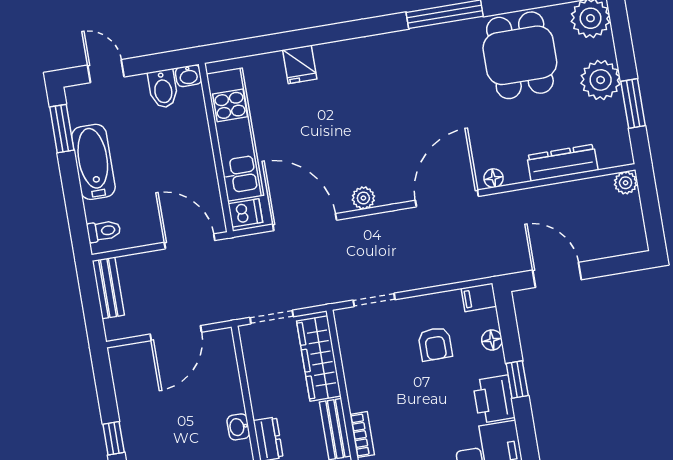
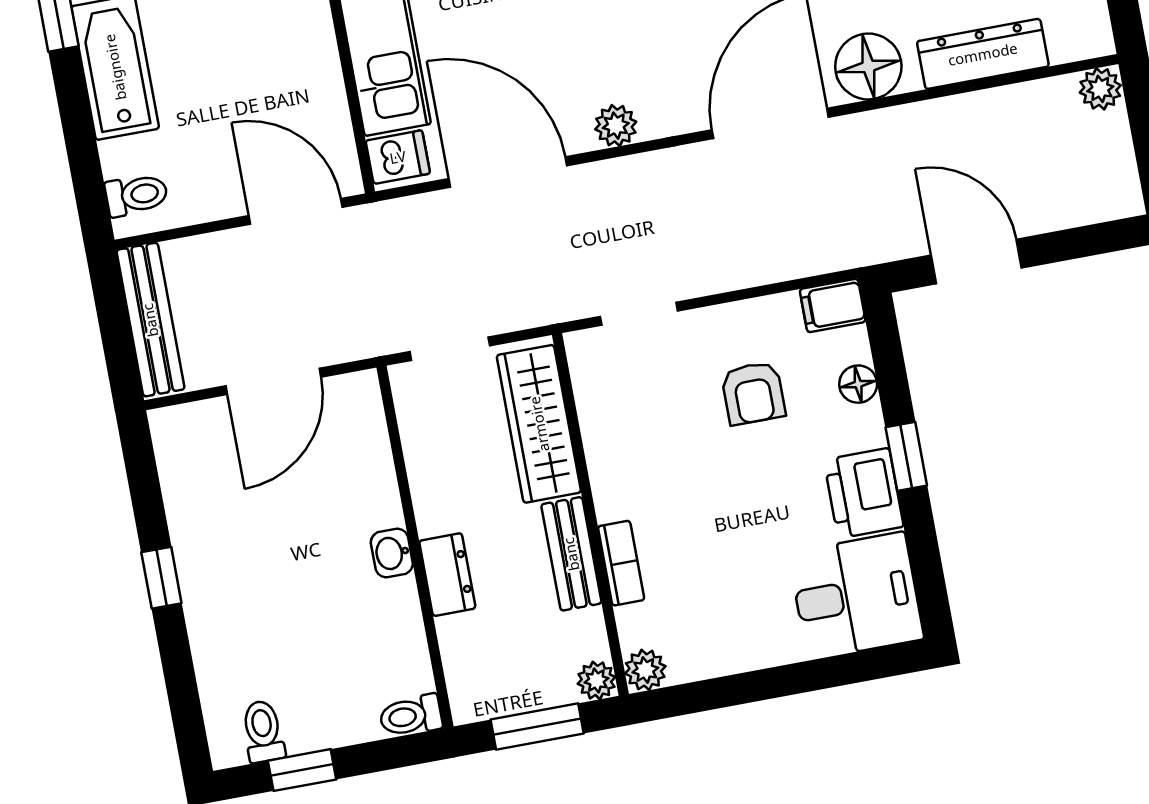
floor lamp: (494, 178) -> (868, 66), width x1.89, depth x1.89
bench: (108, 288) -> (150, 320), width x1.36

